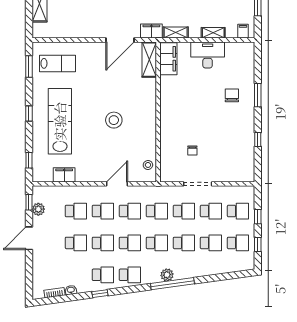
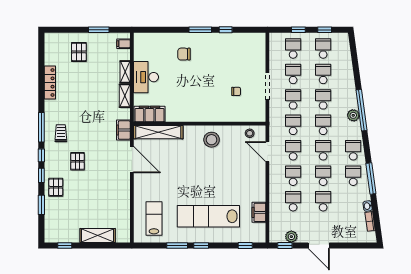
shelving: (176, 32) -> (125, 96), moved
shelving: (149, 60) -> (158, 132), width x1.47
window: (29, 66) -> (177, 245), moved
window: (258, 95) -> (200, 30), moved
stool: (114, 120) -> (212, 140), moved
door: (117, 184) -> (267, 152), moved
window: (100, 294) -> (371, 179), width x2.17

